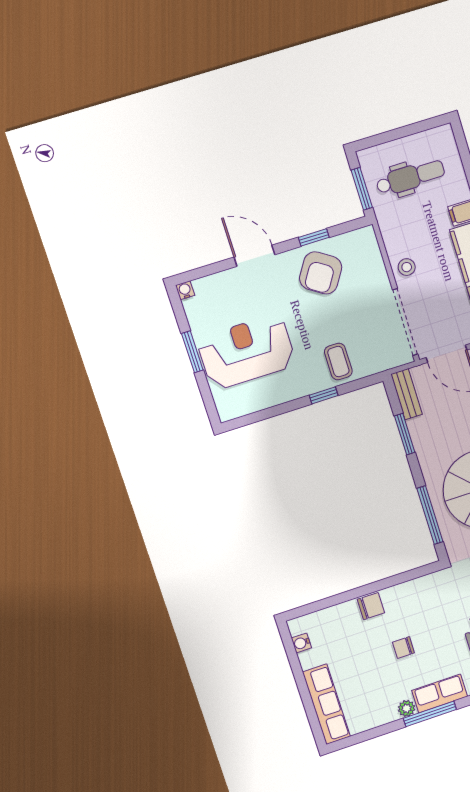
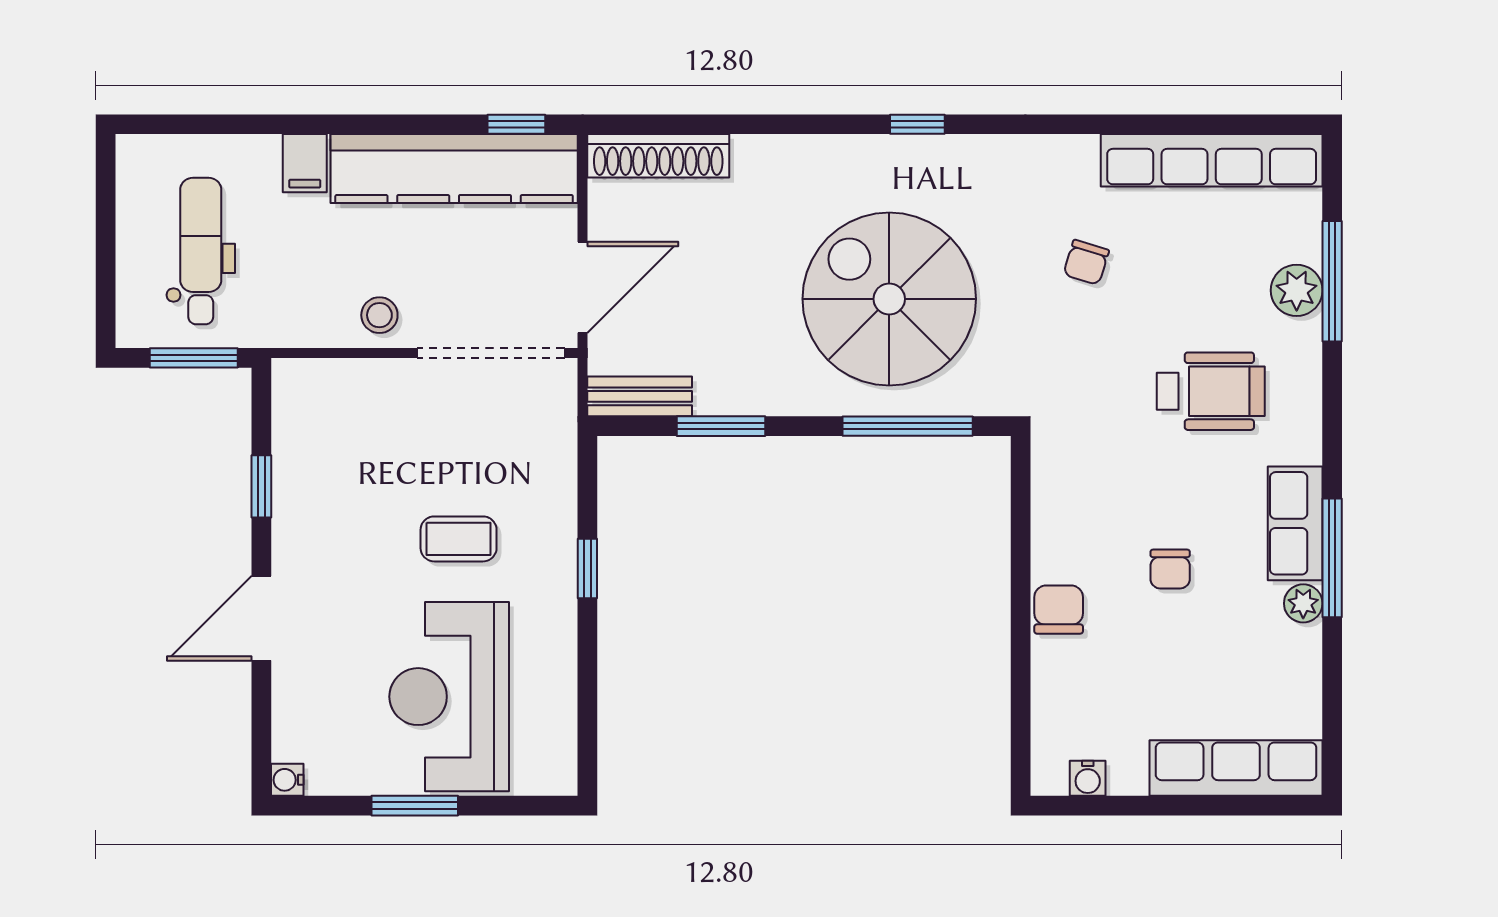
armchair: (321, 273) -> (337, 495), removed
coffee table: (338, 362) -> (459, 539), moved

